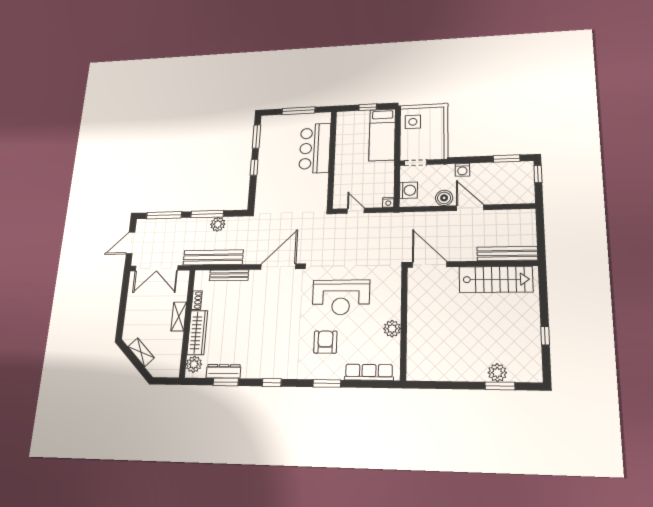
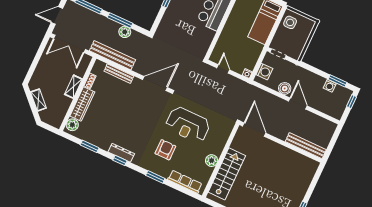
washing machine: (462, 170) -> (330, 86), moved
stairs: (496, 279) -> (227, 174), moved, turned -90
dresser: (224, 371) -> (121, 153), moved

